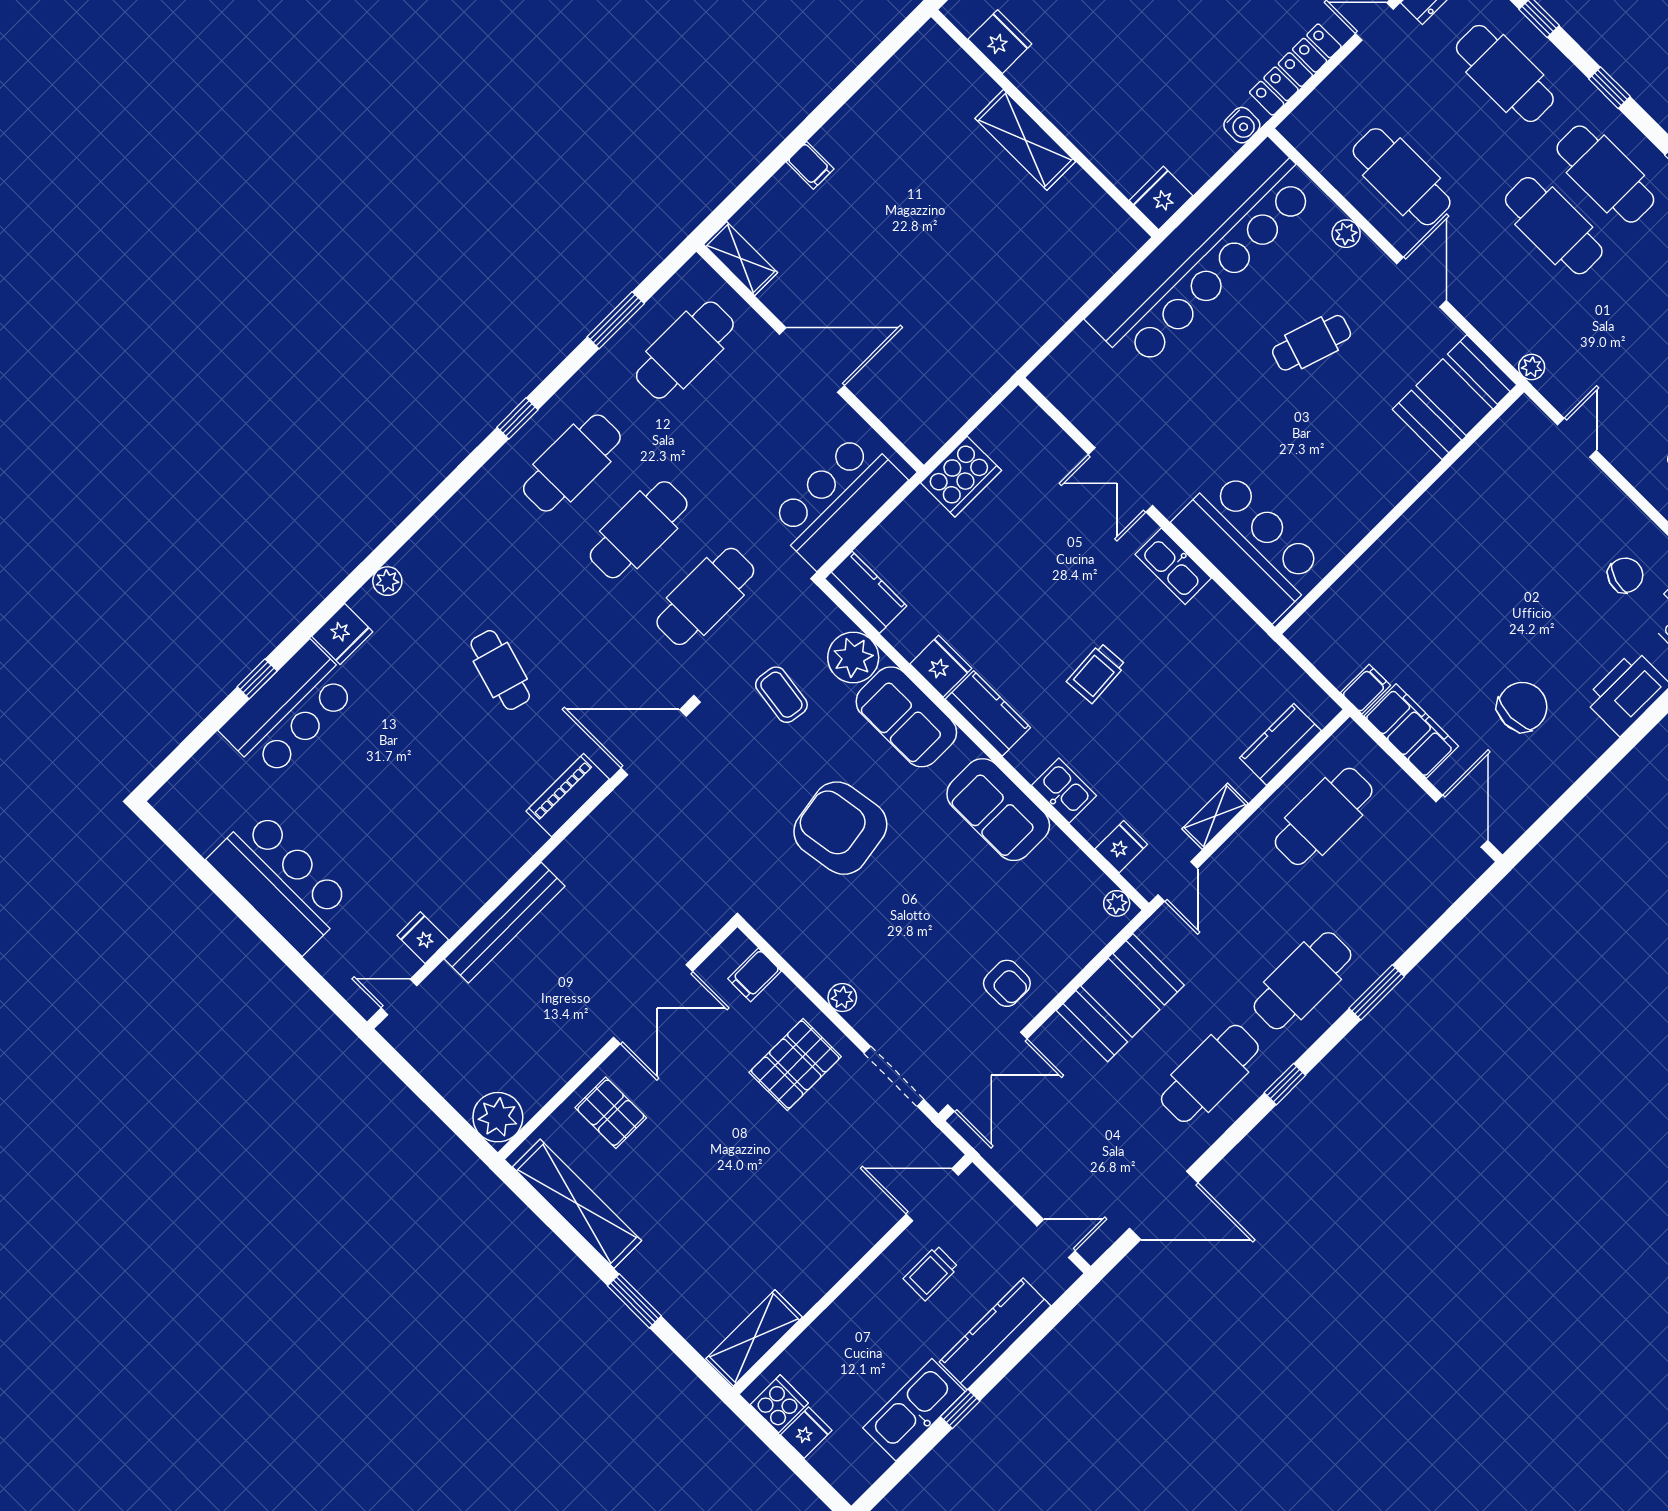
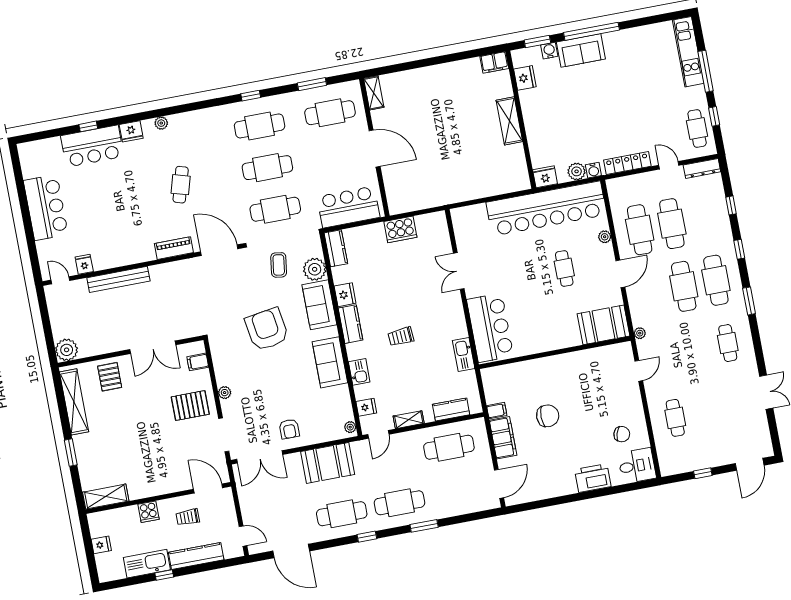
cafe table: (1505, 73) -> (672, 224), moved
plant: (1212, 149) -> (577, 171), added
filing cabinet: (810, 165) -> (494, 62), moved, width x2.00
cafe table: (1312, 343) -> (564, 269), turned 72
kitchen sink: (1173, 566) -> (464, 354), moved
chair: (1522, 707) -> (548, 416), moved
cooker: (779, 1404) -> (148, 512), moved, turned 90

